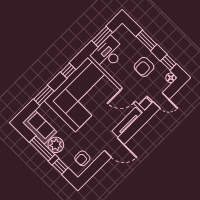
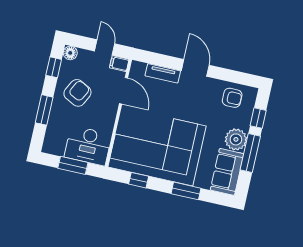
armchair: (144, 67) -> (77, 93), turned -63
tv unit: (127, 122) -> (163, 73), width x0.71

